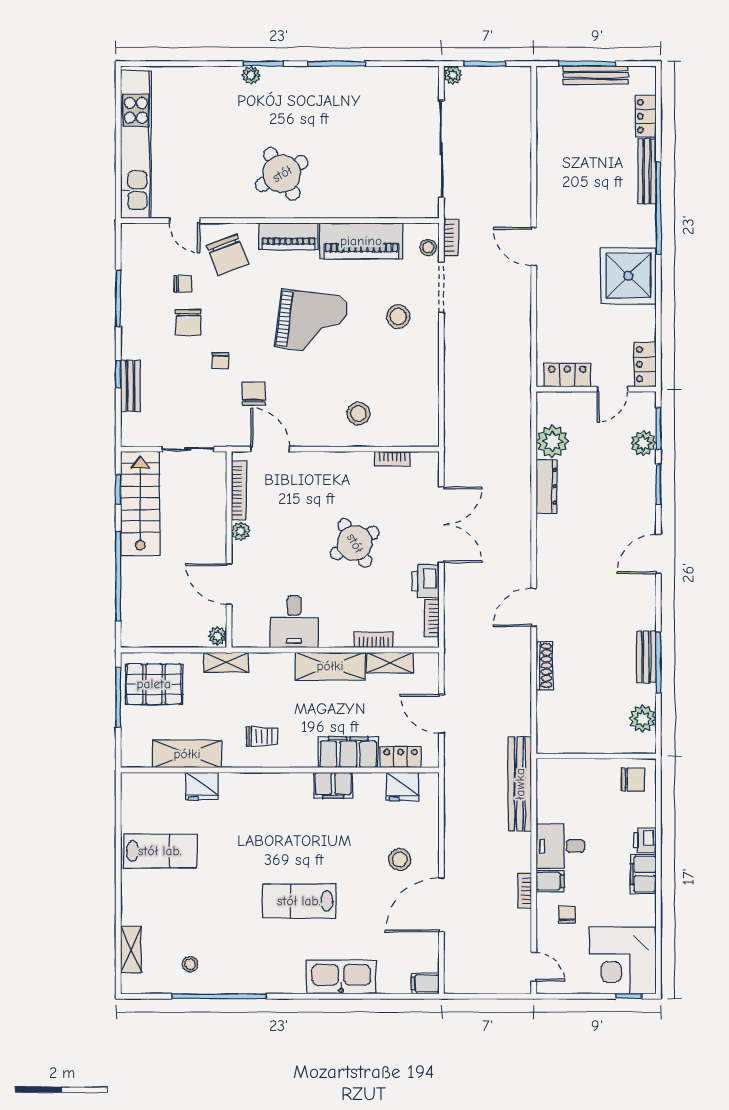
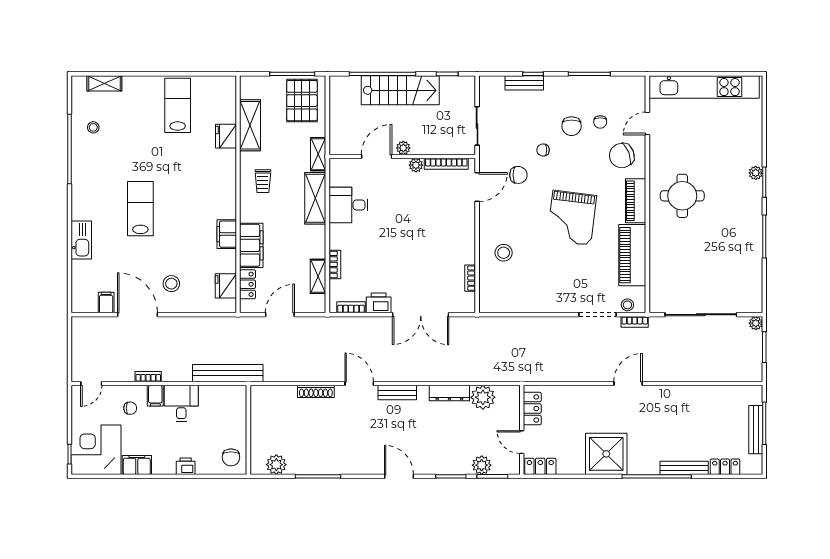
round table: (282, 174) -> (682, 196), turned 30
stool: (398, 317) -> (576, 282), removed
chair: (188, 322) -> (572, 126), turned -90
stairs: (140, 504) -> (400, 90), moved
round table: (355, 543) -> (407, 250), removed
plant: (218, 636) -> (403, 148), moved
bench: (646, 657) -> (397, 393), moved
shelving: (330, 666) -> (315, 198), moved
lab bench: (160, 851) -> (178, 105), turned 180
filing cabinet: (643, 874) -> (137, 465), moved
kitchen sink: (341, 977) -> (81, 240), width x0.73, depth x0.81
filing cabinet: (425, 983) -> (106, 303), moved

